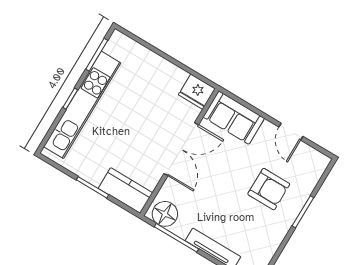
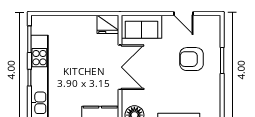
armchair: (269, 189) -> (191, 59), turned 180

